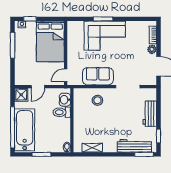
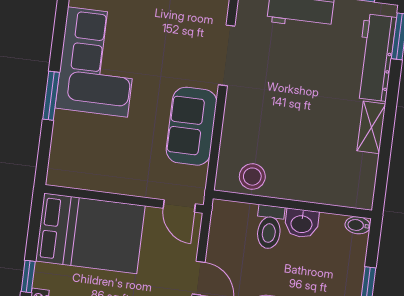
corner sofa: (105, 36) -> (97, 62), moved
washbasin: (65, 100) -> (302, 223), moved
stool: (97, 100) -> (252, 177), moved
shelving: (92, 148) -> (371, 127), moved

